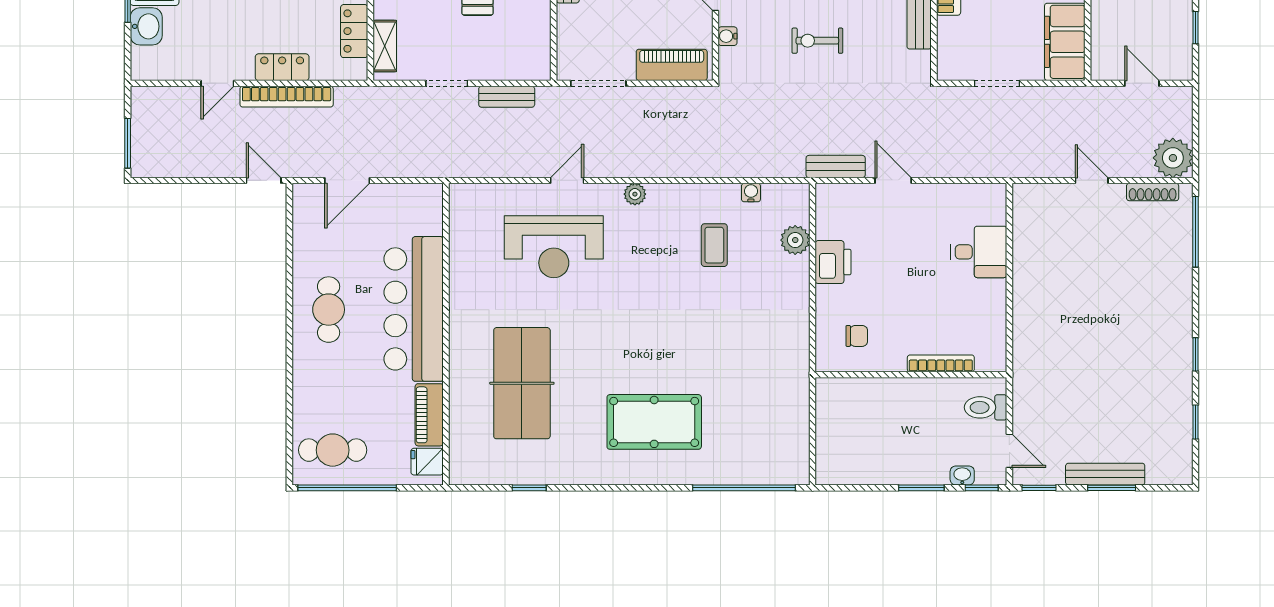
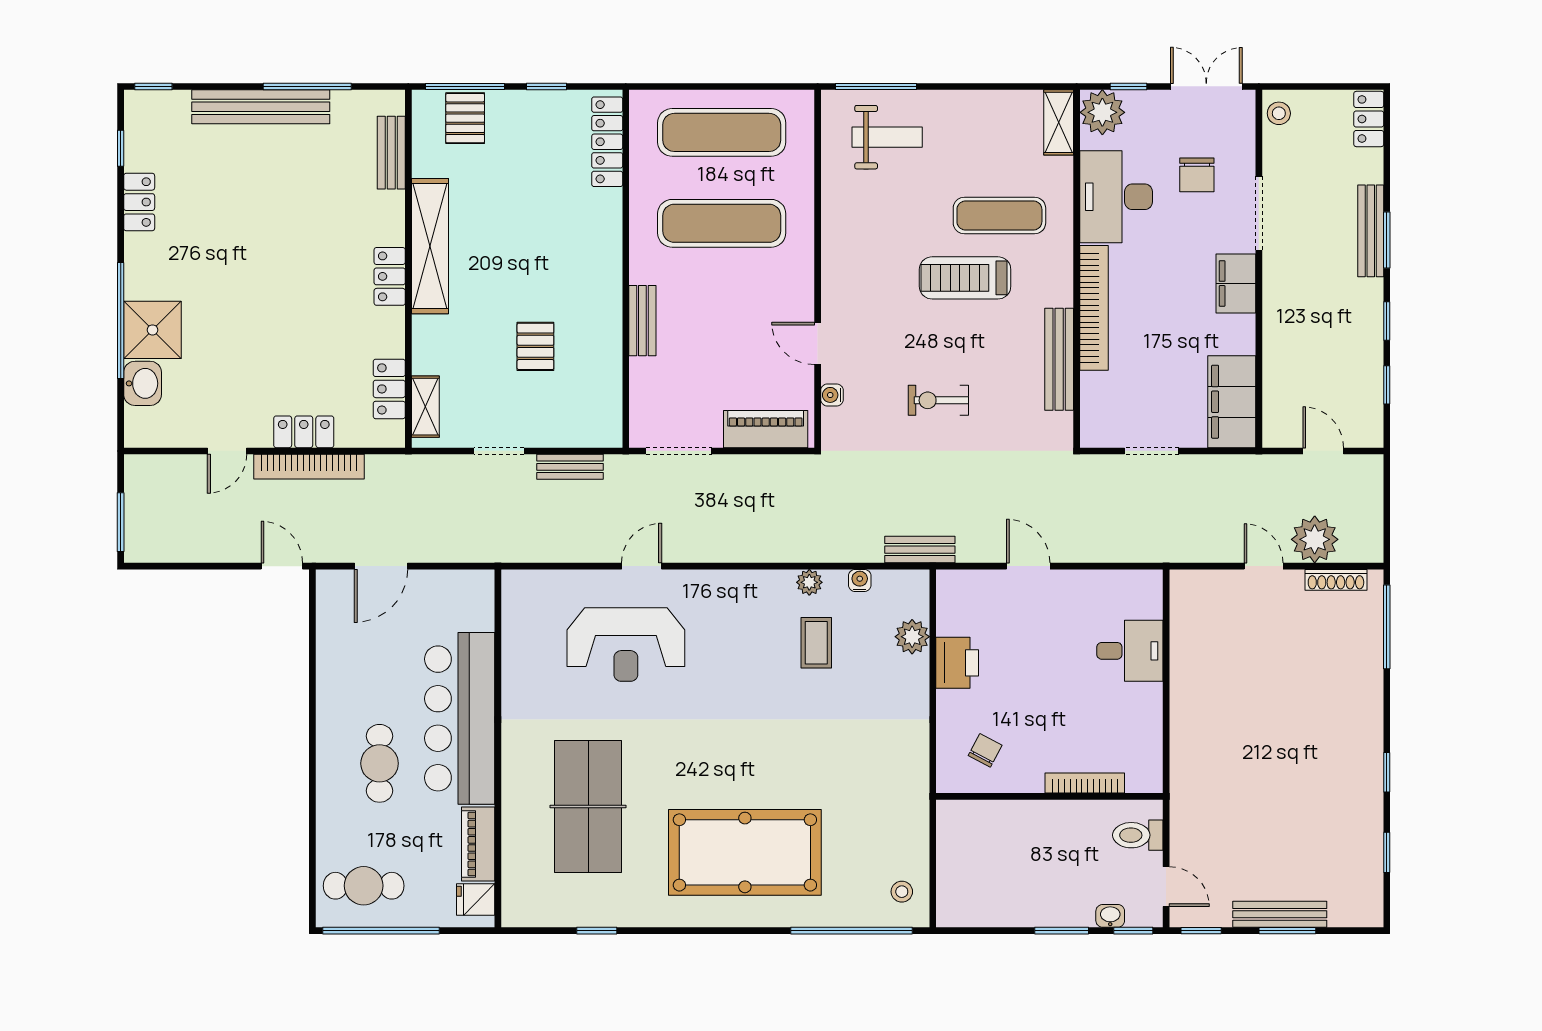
plant: (1173, 158) -> (1315, 539), moved
bench: (836, 167) -> (920, 550), moved
plant: (635, 194) -> (809, 582), moved
cafe table: (329, 310) -> (380, 763), moved
chair: (857, 336) -> (985, 750), turned -62
pool table: (654, 422) -> (745, 852), width x1.36, depth x1.32
stool: (786, 455) -> (902, 892), added

